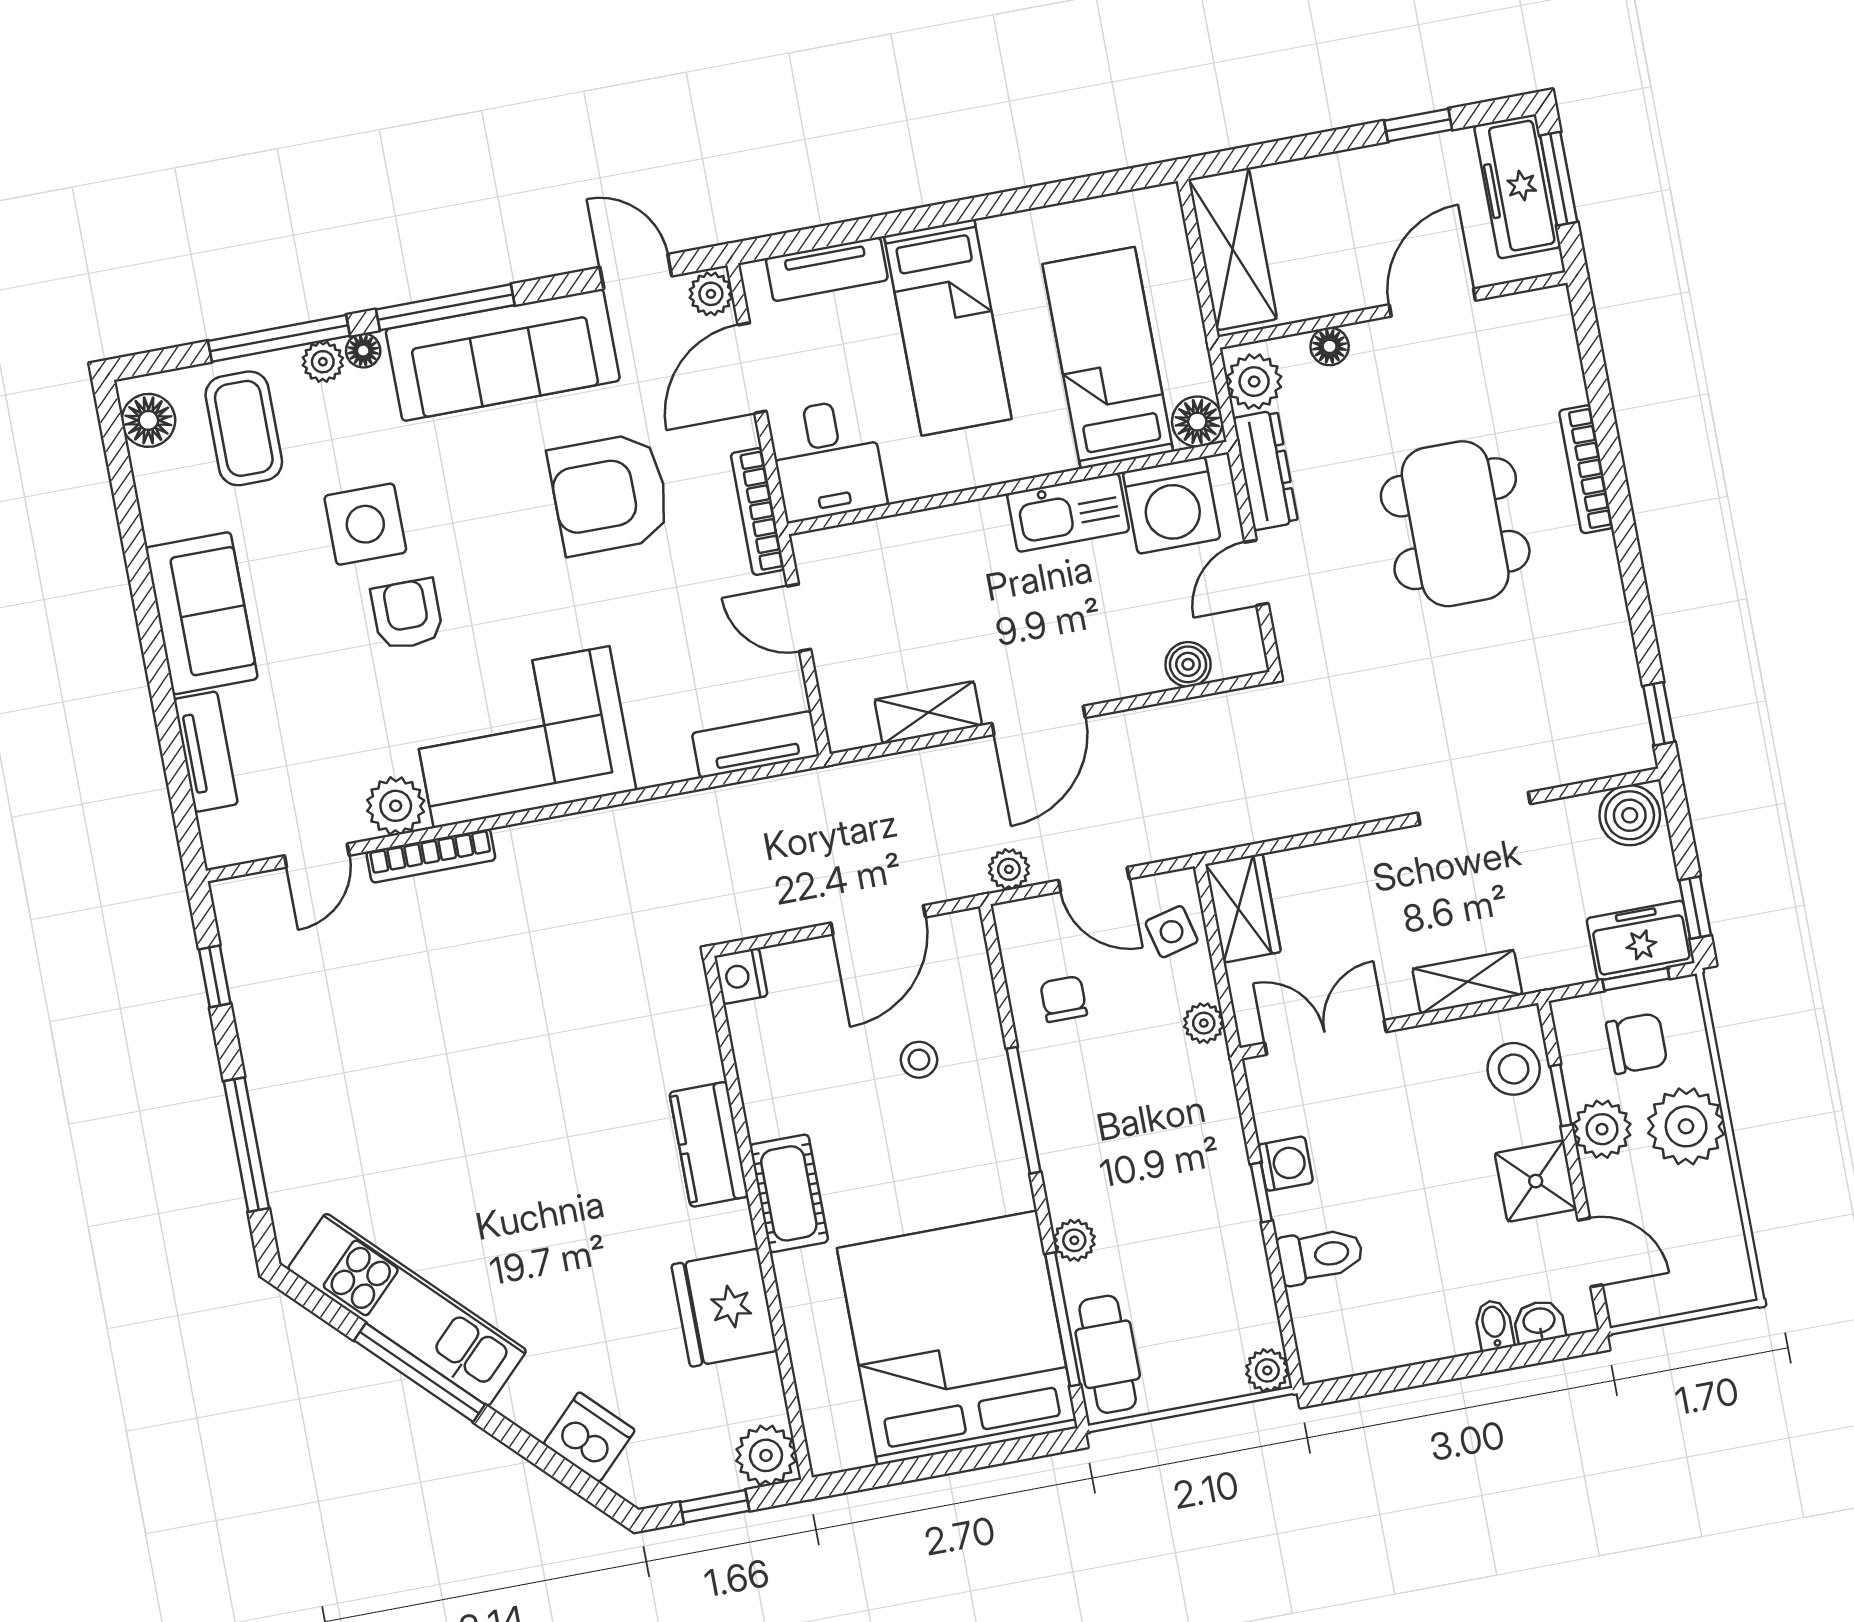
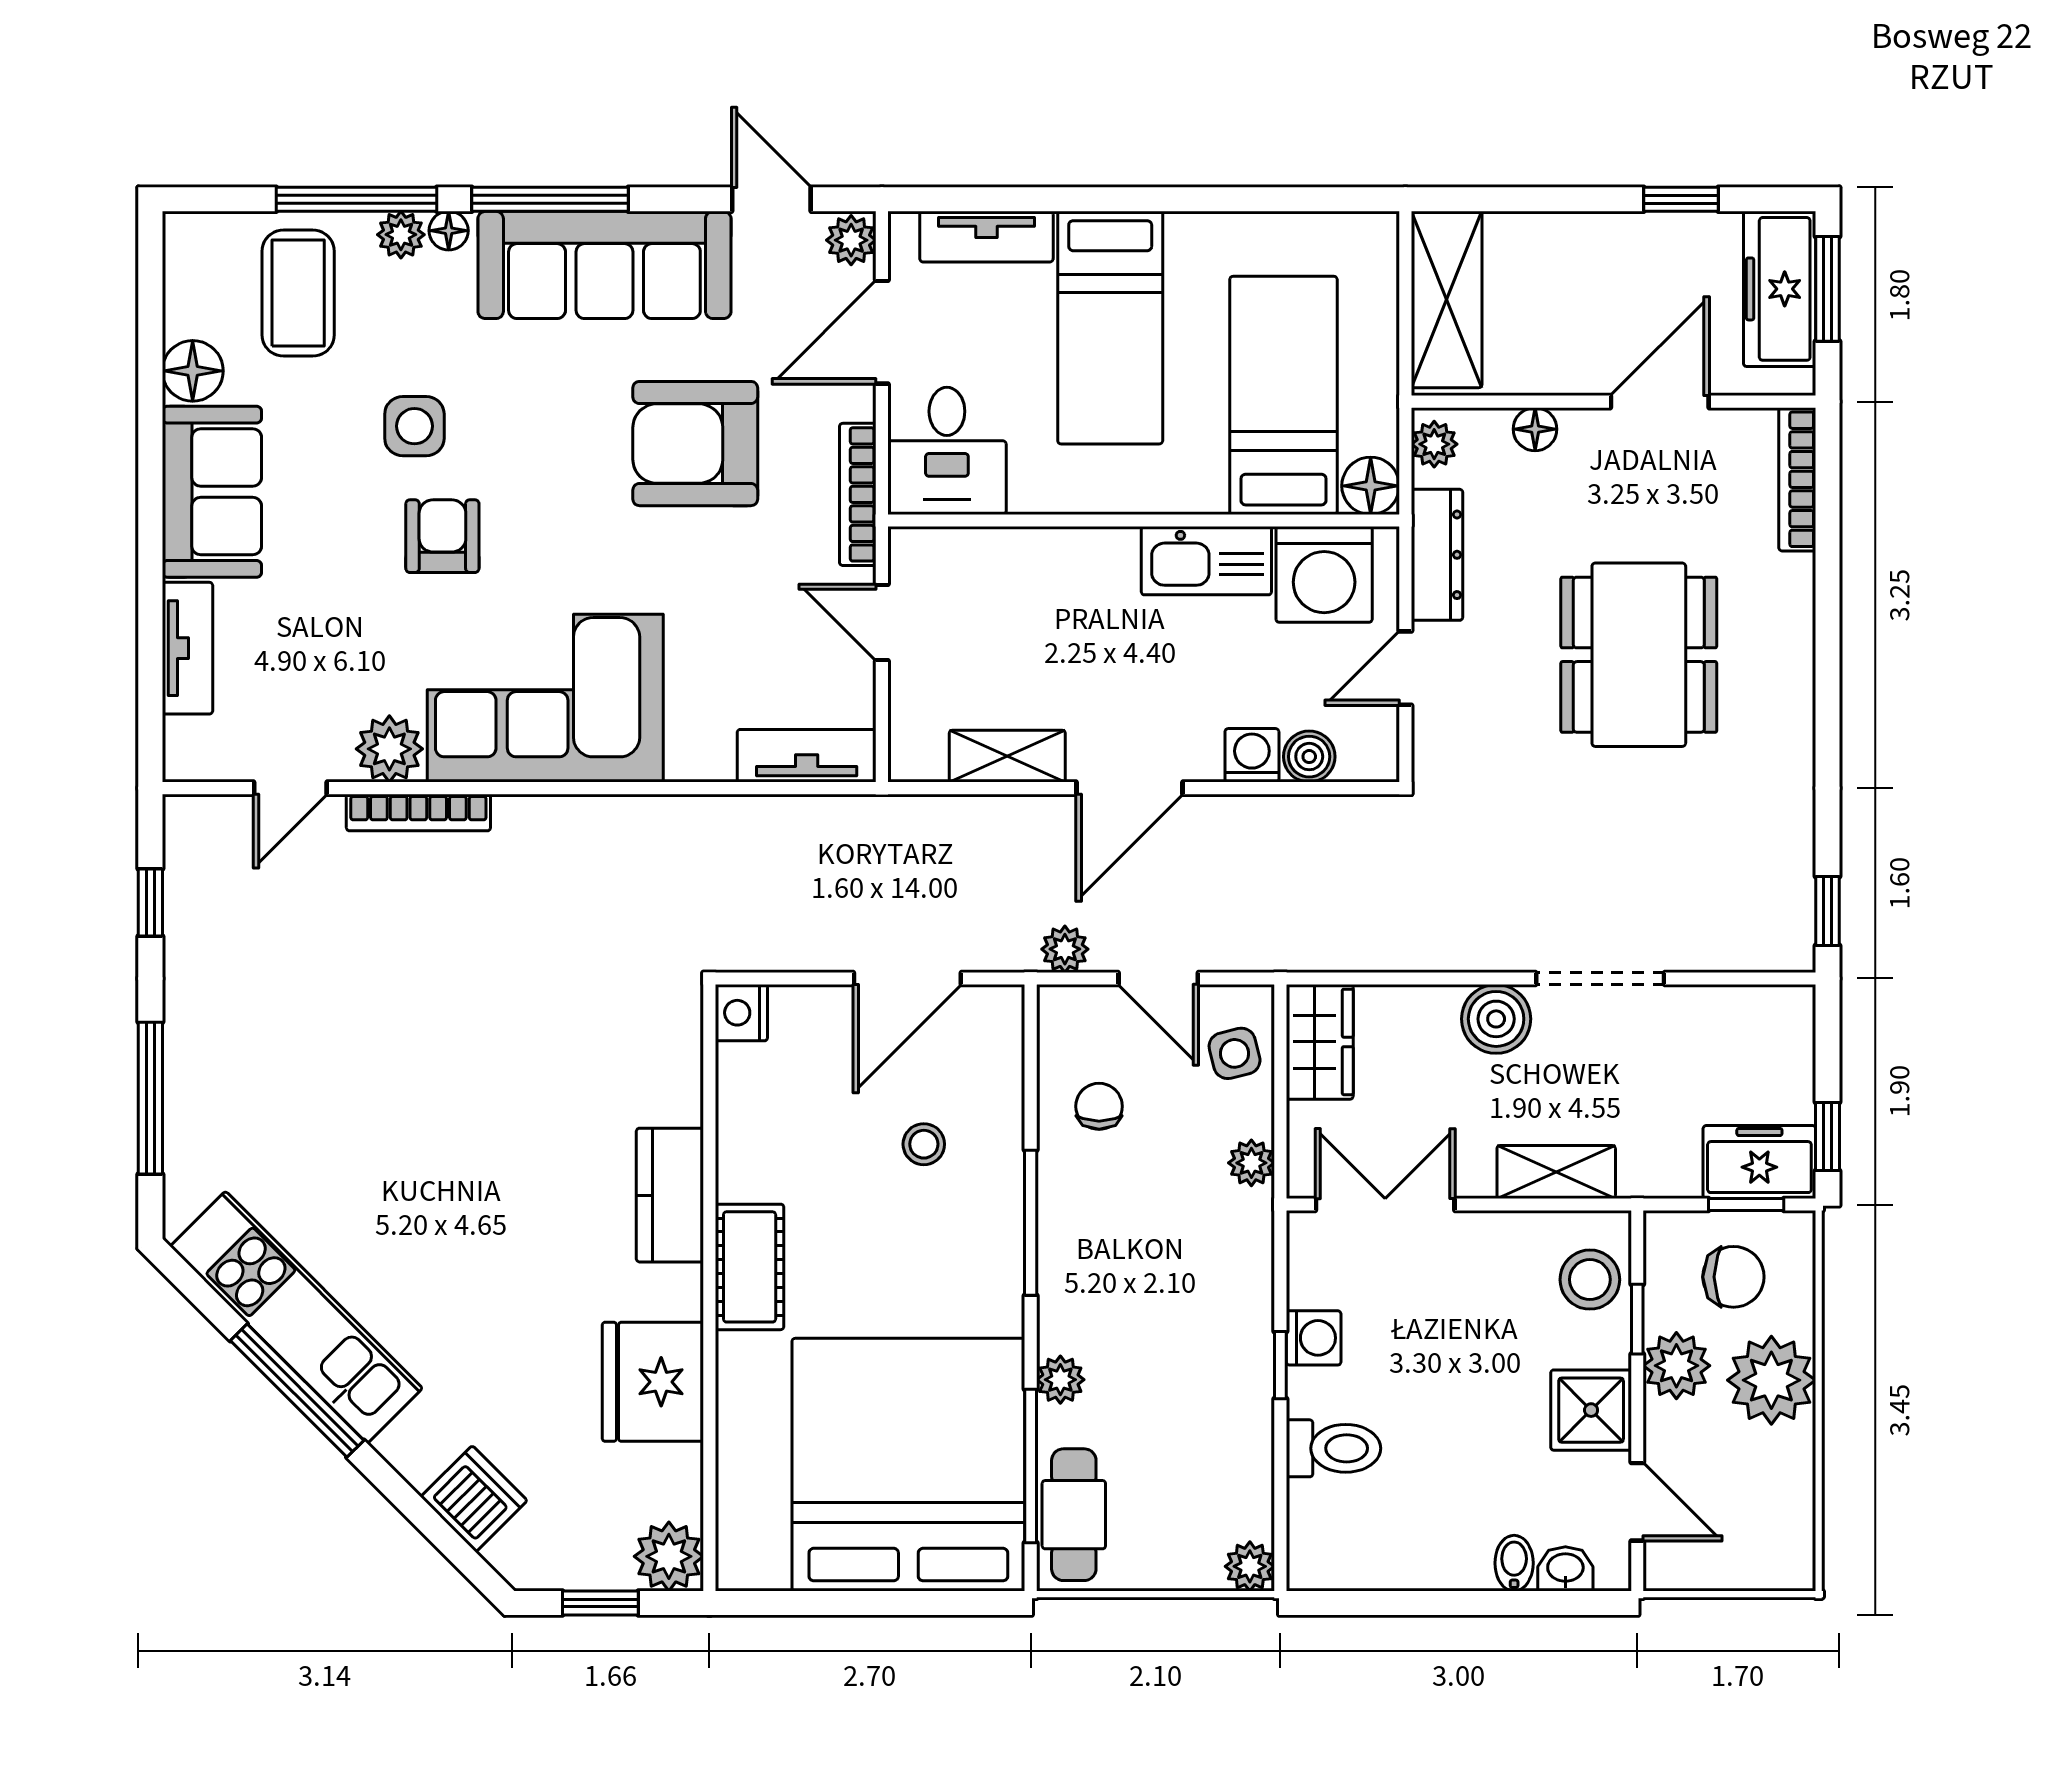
plant: (1254, 382) -> (1434, 444), width x0.73, depth x0.73
floor lamp: (148, 420) -> (193, 371), moved
bookcase: (1586, 469) -> (1797, 479), moved
side table: (365, 524) -> (414, 426), width x0.73, depth x0.73
washing machine: (1139, 673) -> (1252, 755), added
boiler: (1630, 815) -> (1496, 1019), moved

